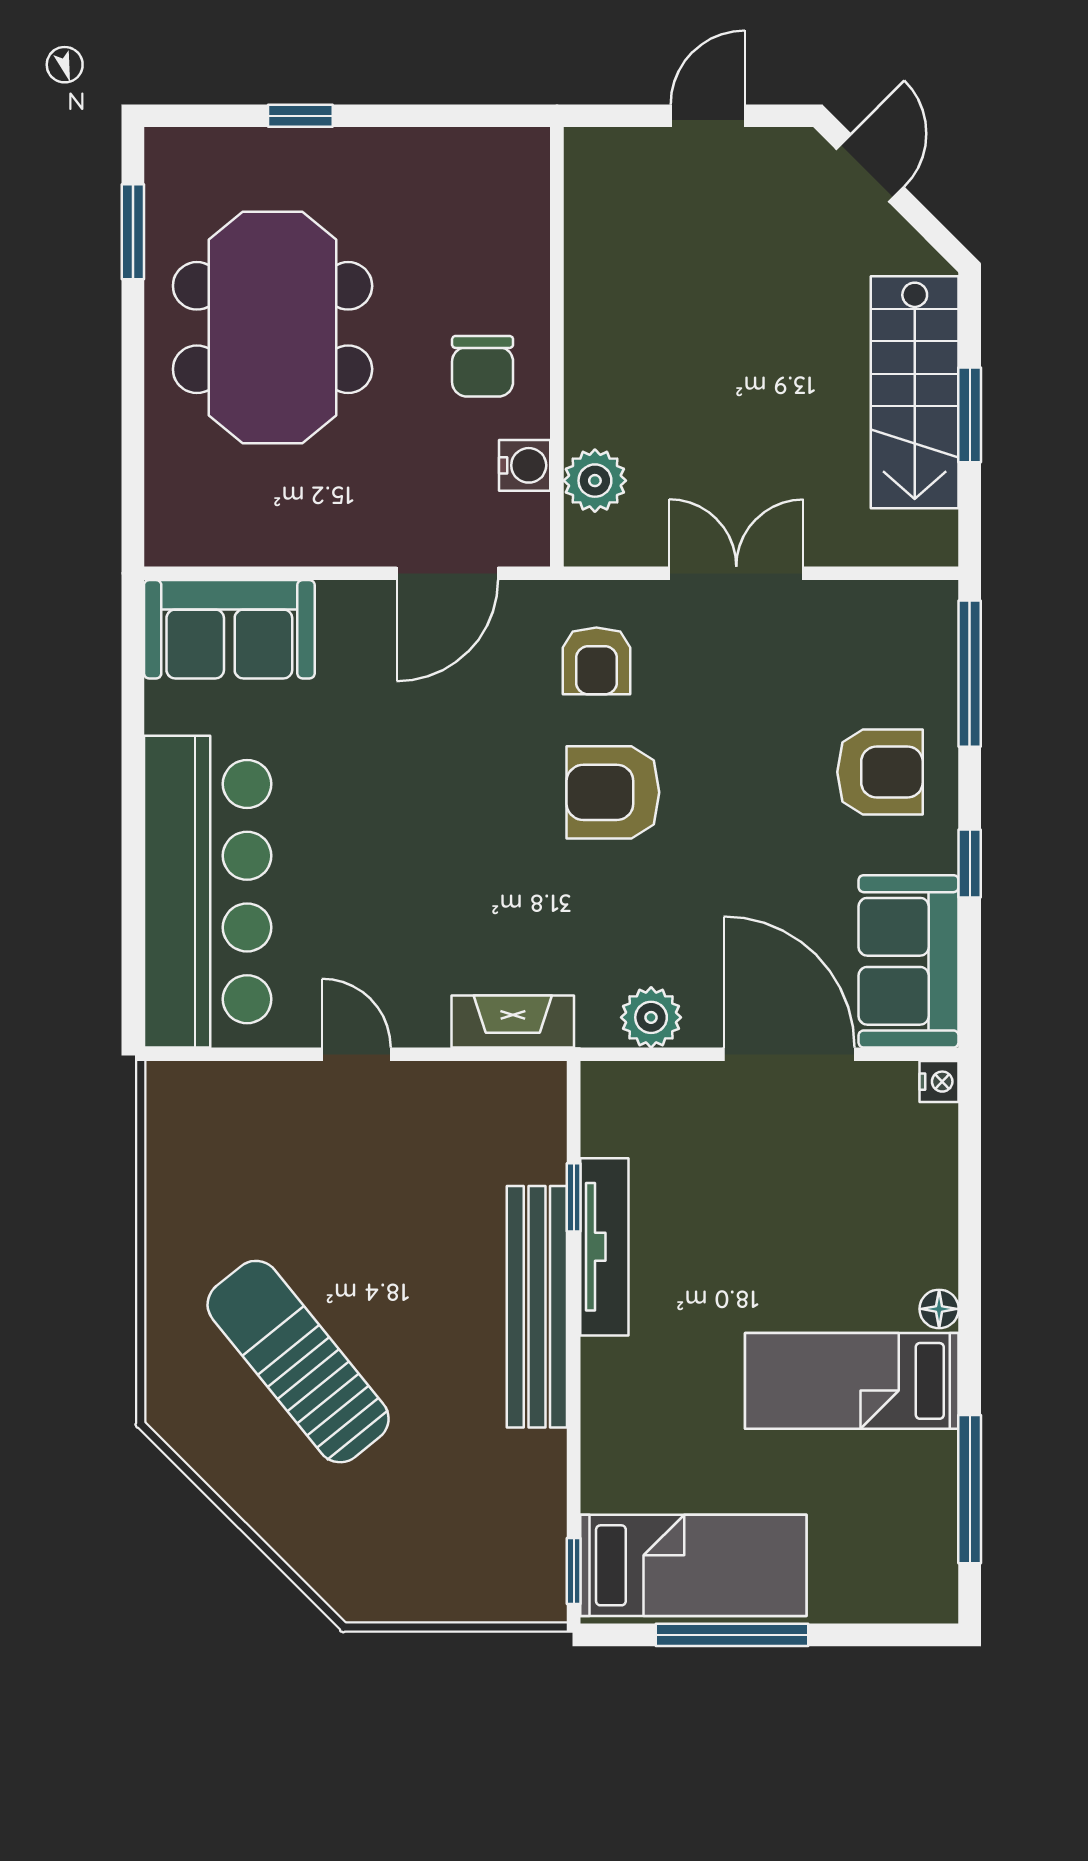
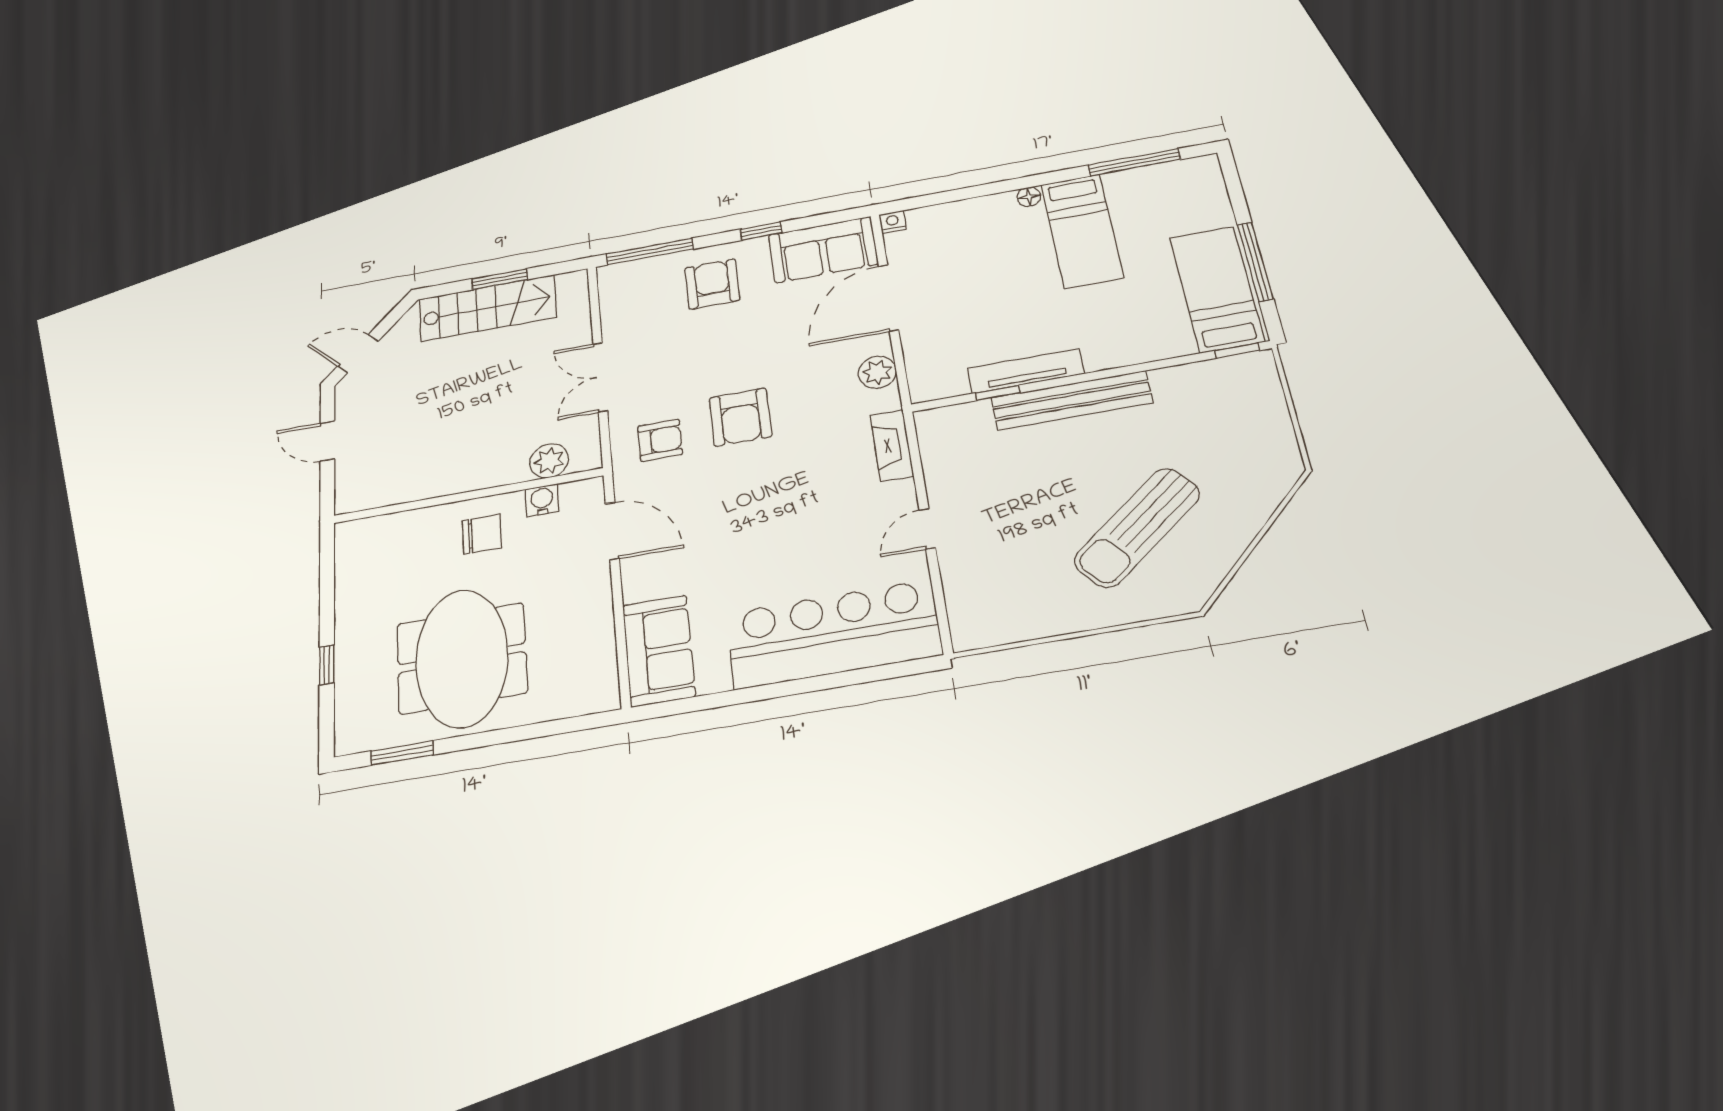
meeting table: (273, 328) -> (462, 658), turned 90

